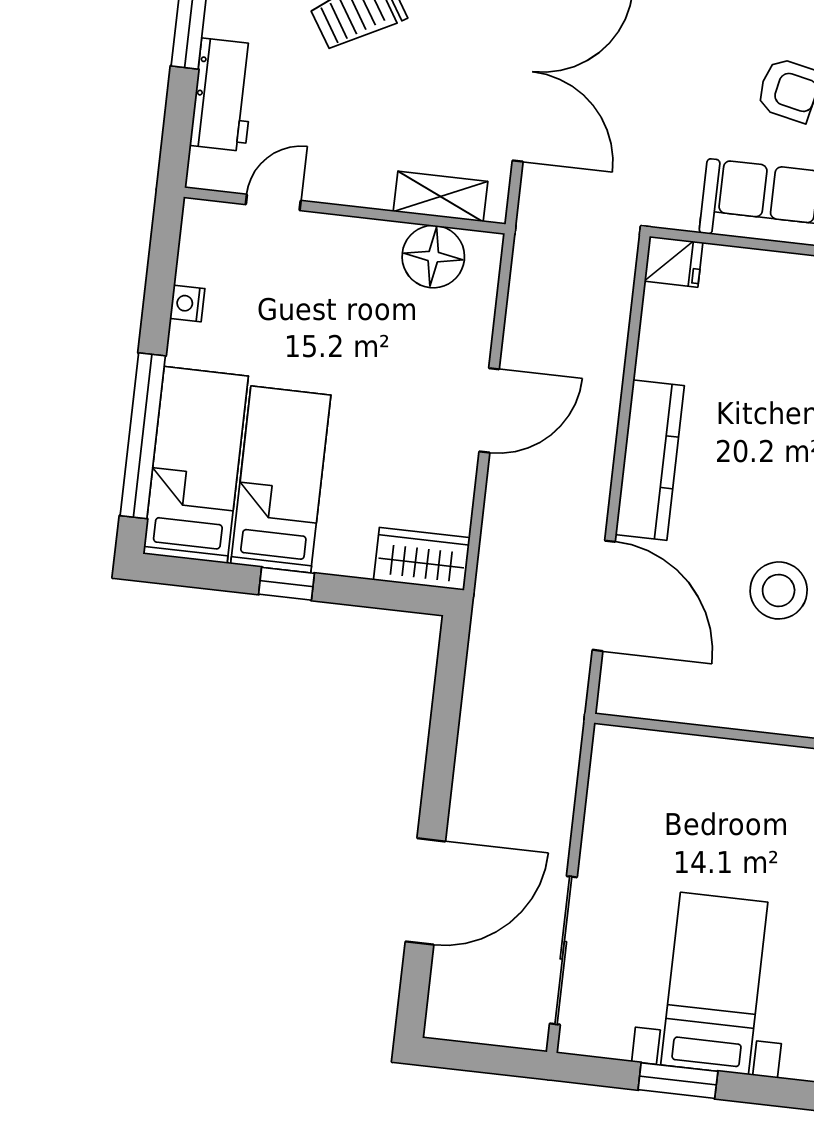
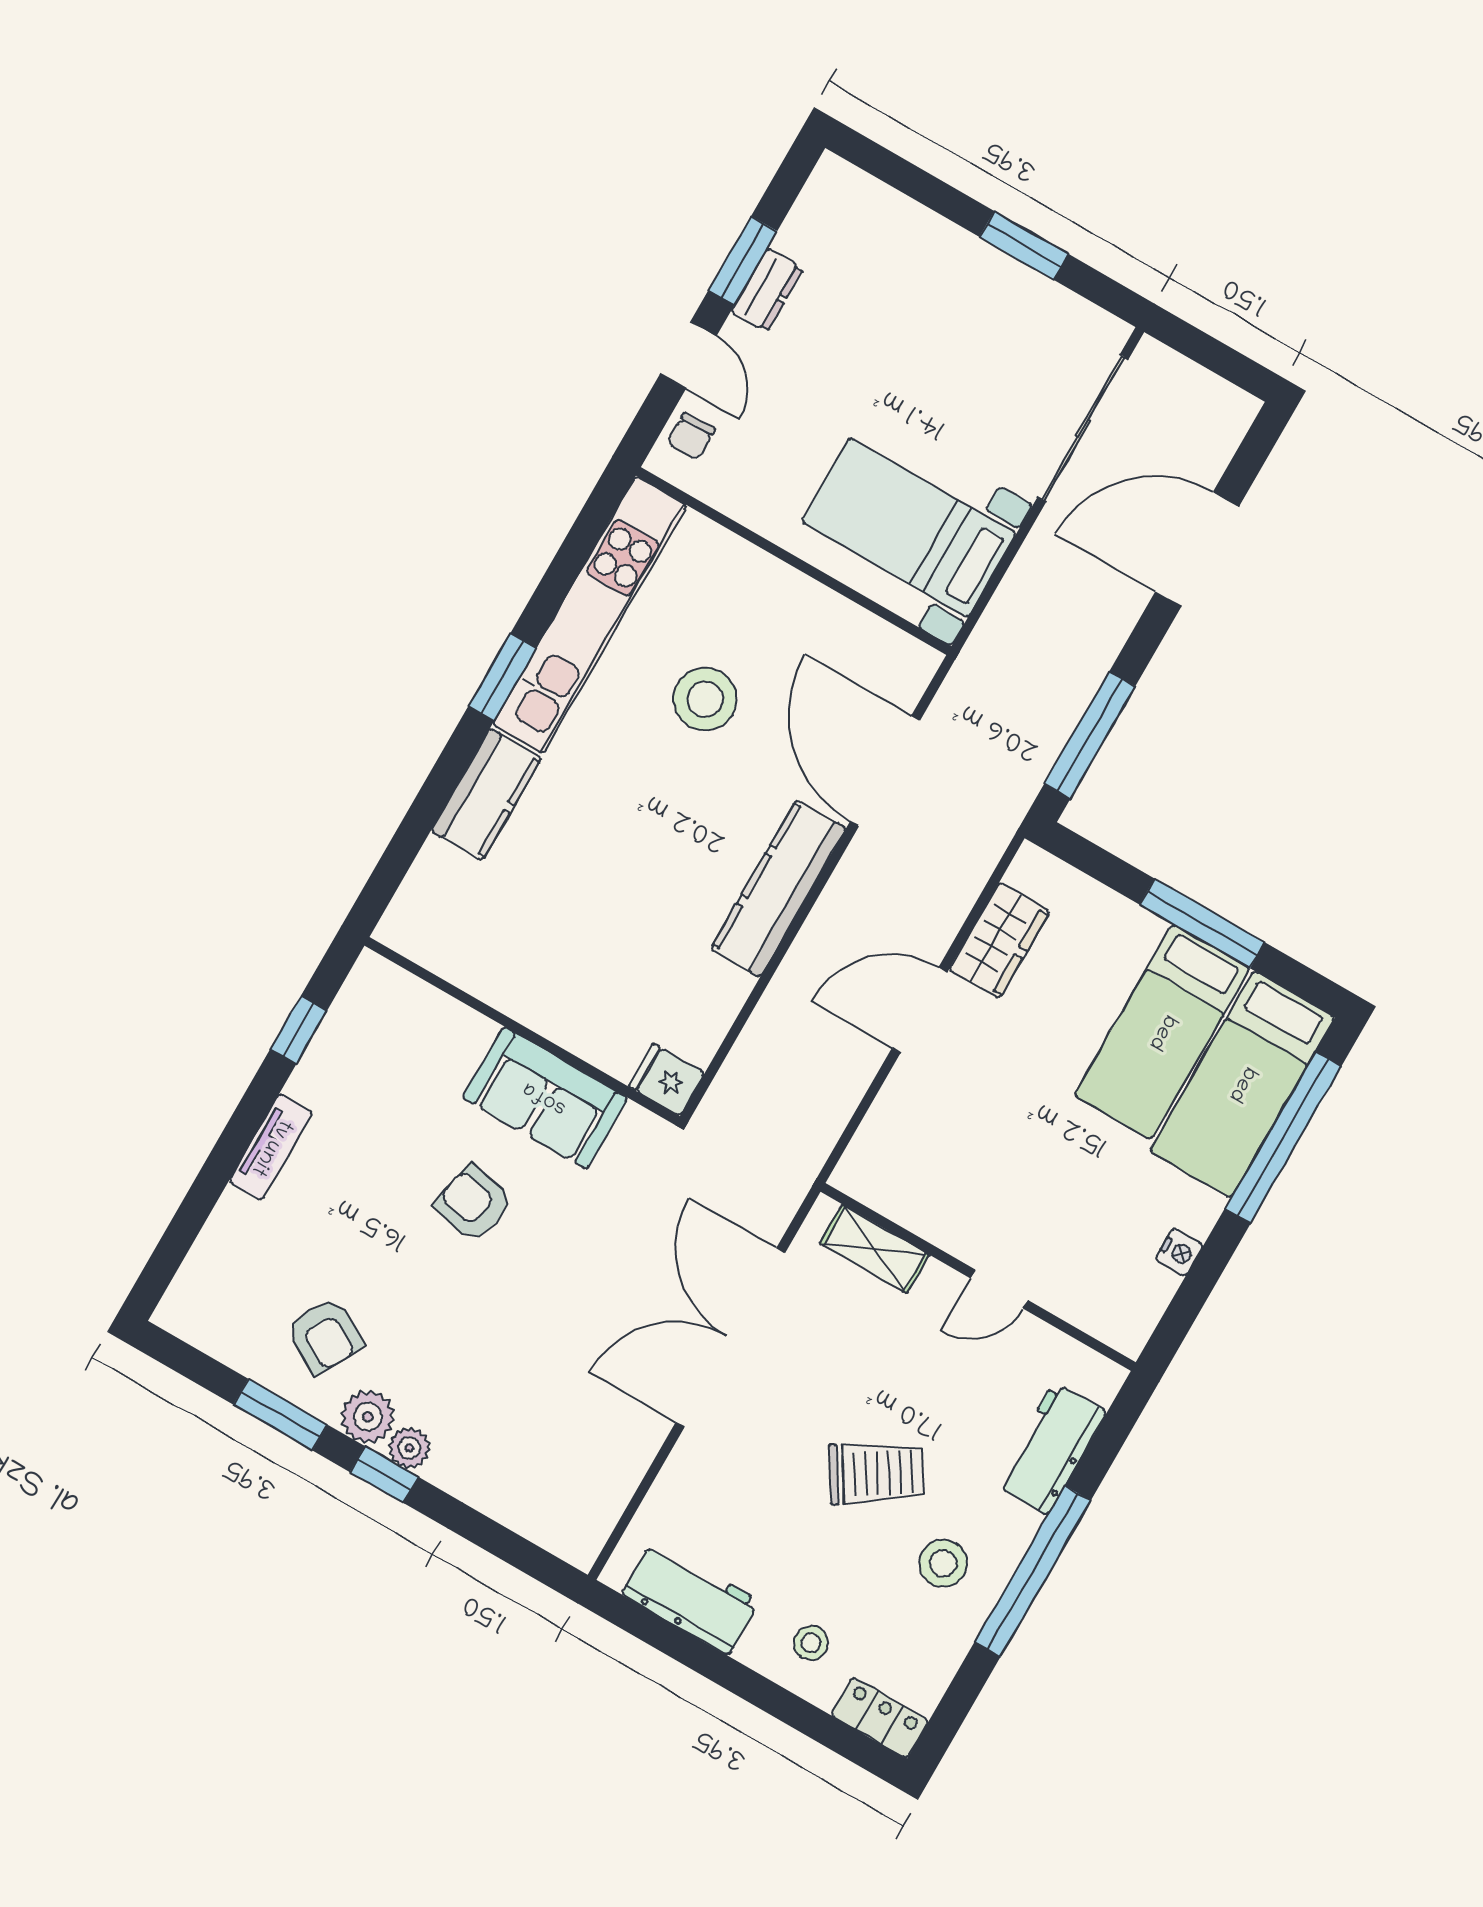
door: (273, 202) -> (999, 1289), moved
floor lamp: (433, 257) -> (908, 1191), removed
wardrobe: (422, 559) -> (999, 940), moved, turned -90
window: (286, 584) -> (1202, 923), width x2.17
window: (447, 699) -> (1090, 735), added
bed with nightstands: (714, 984) -> (909, 528), moved, turned 90

